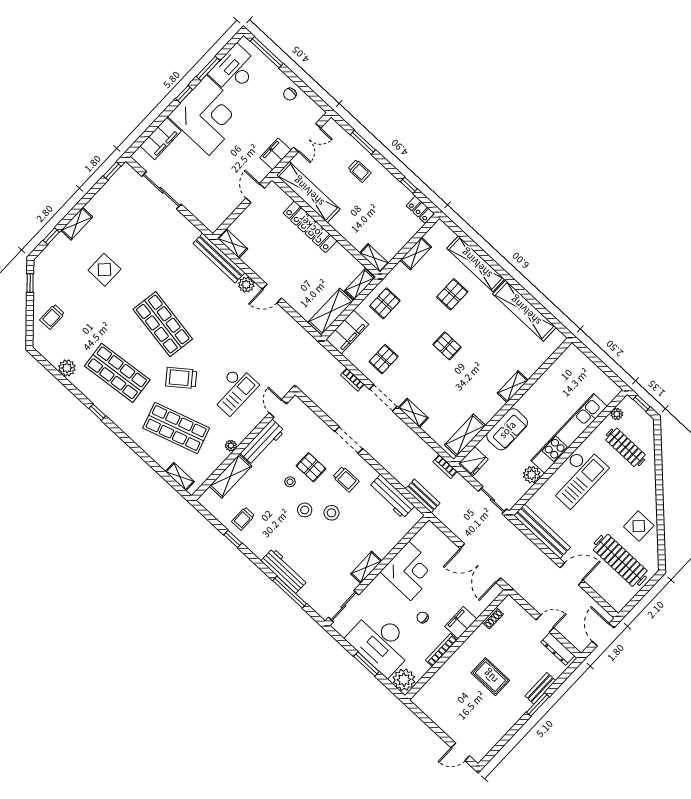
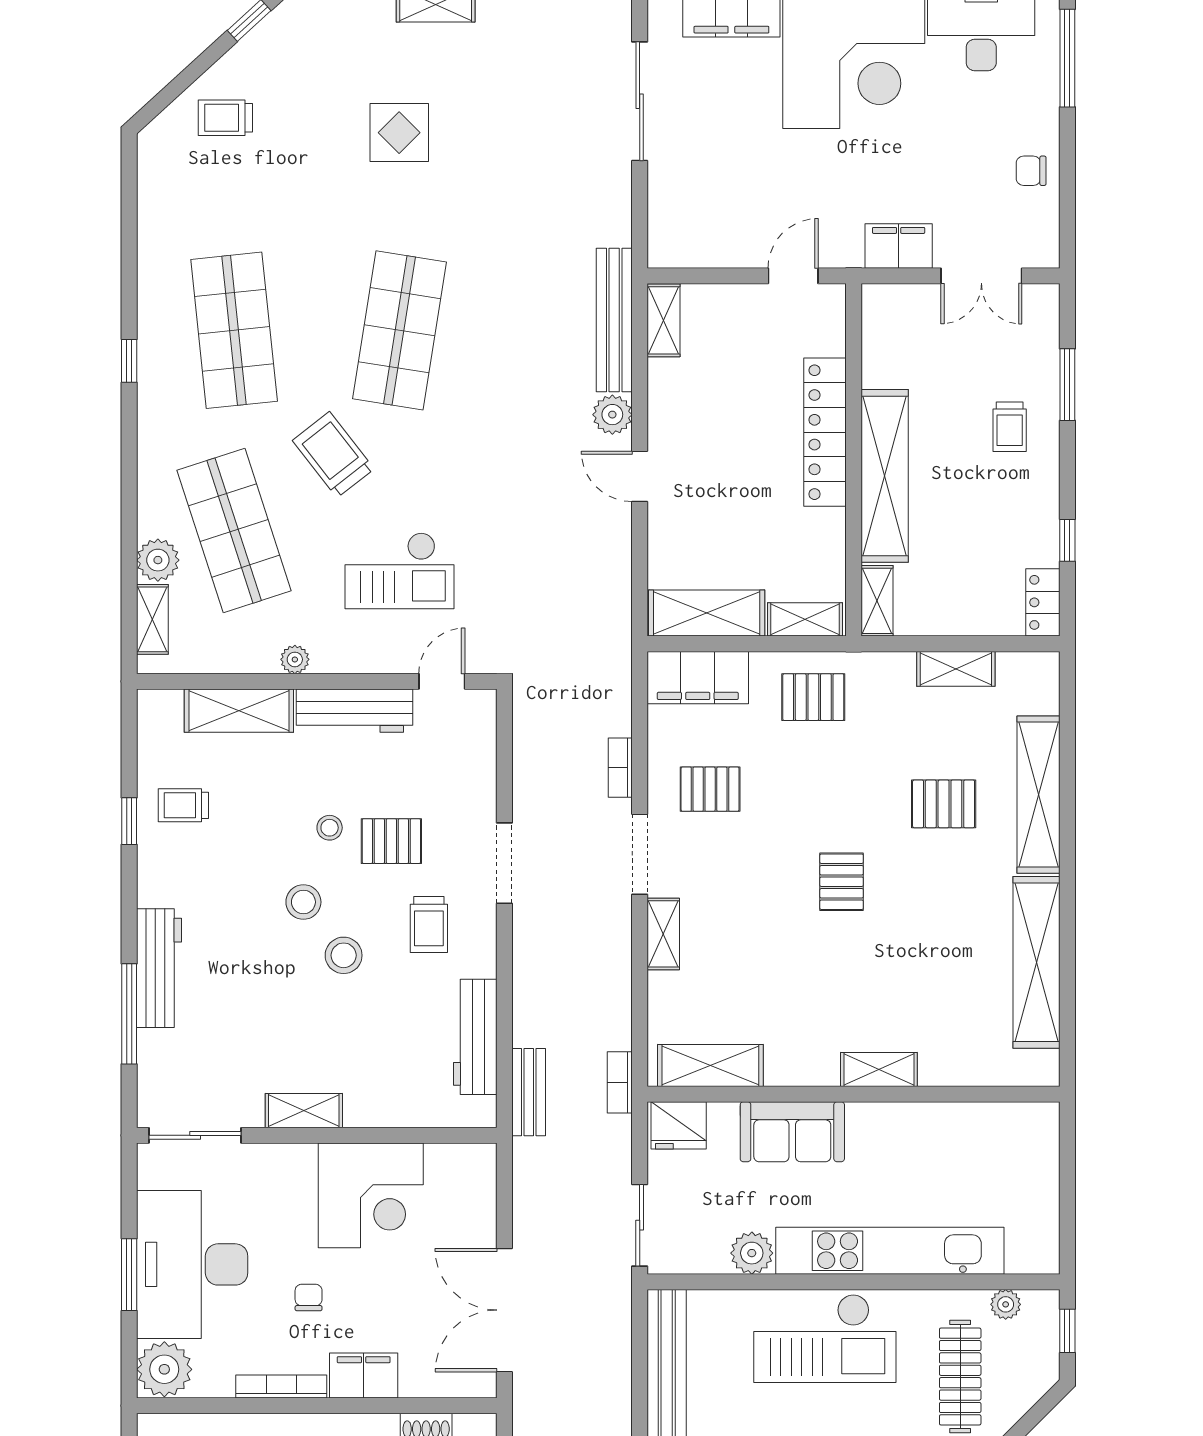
shelving: (308, 192) -> (885, 476), moved
plant: (67, 368) -> (158, 560), moved
pallet: (311, 467) -> (391, 841), turned 90

